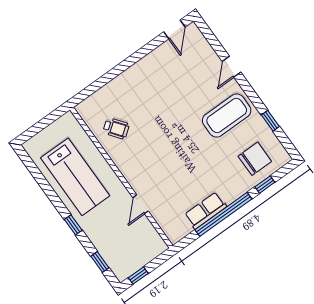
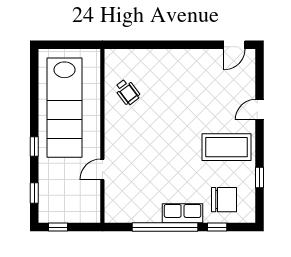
lab bench: (75, 177) -> (64, 108), width x1.36
row of seats: (206, 211) -> (183, 213), moved

